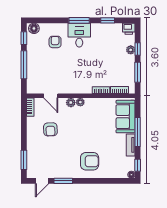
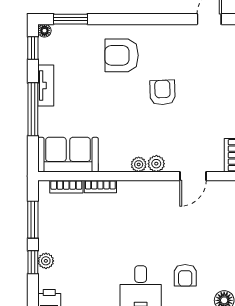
door: (51, 96) -> (193, 176), swing flipped
sofa: (126, 117) -> (68, 155), moved, turned -90
armchair: (50, 129) -> (163, 92), moved
window: (63, 181) -> (71, 19), moved

